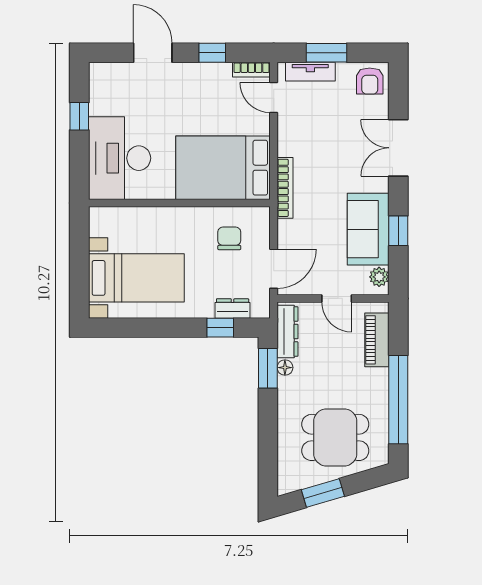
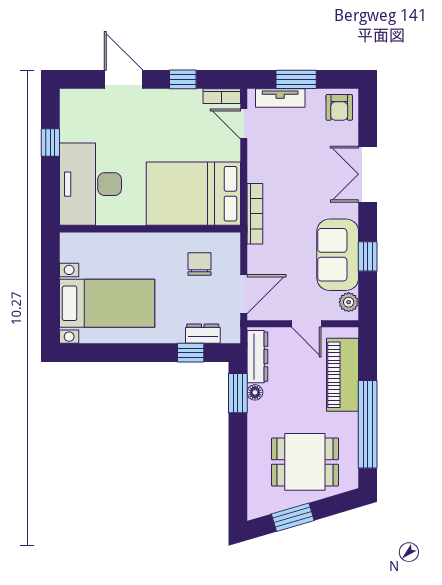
piano: (377, 340) -> (342, 375), width x1.37, depth x1.33

